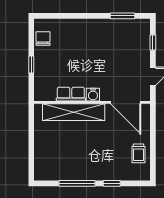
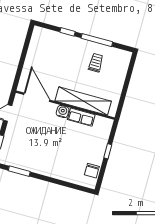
trolley: (139, 153) -> (96, 63), moved

